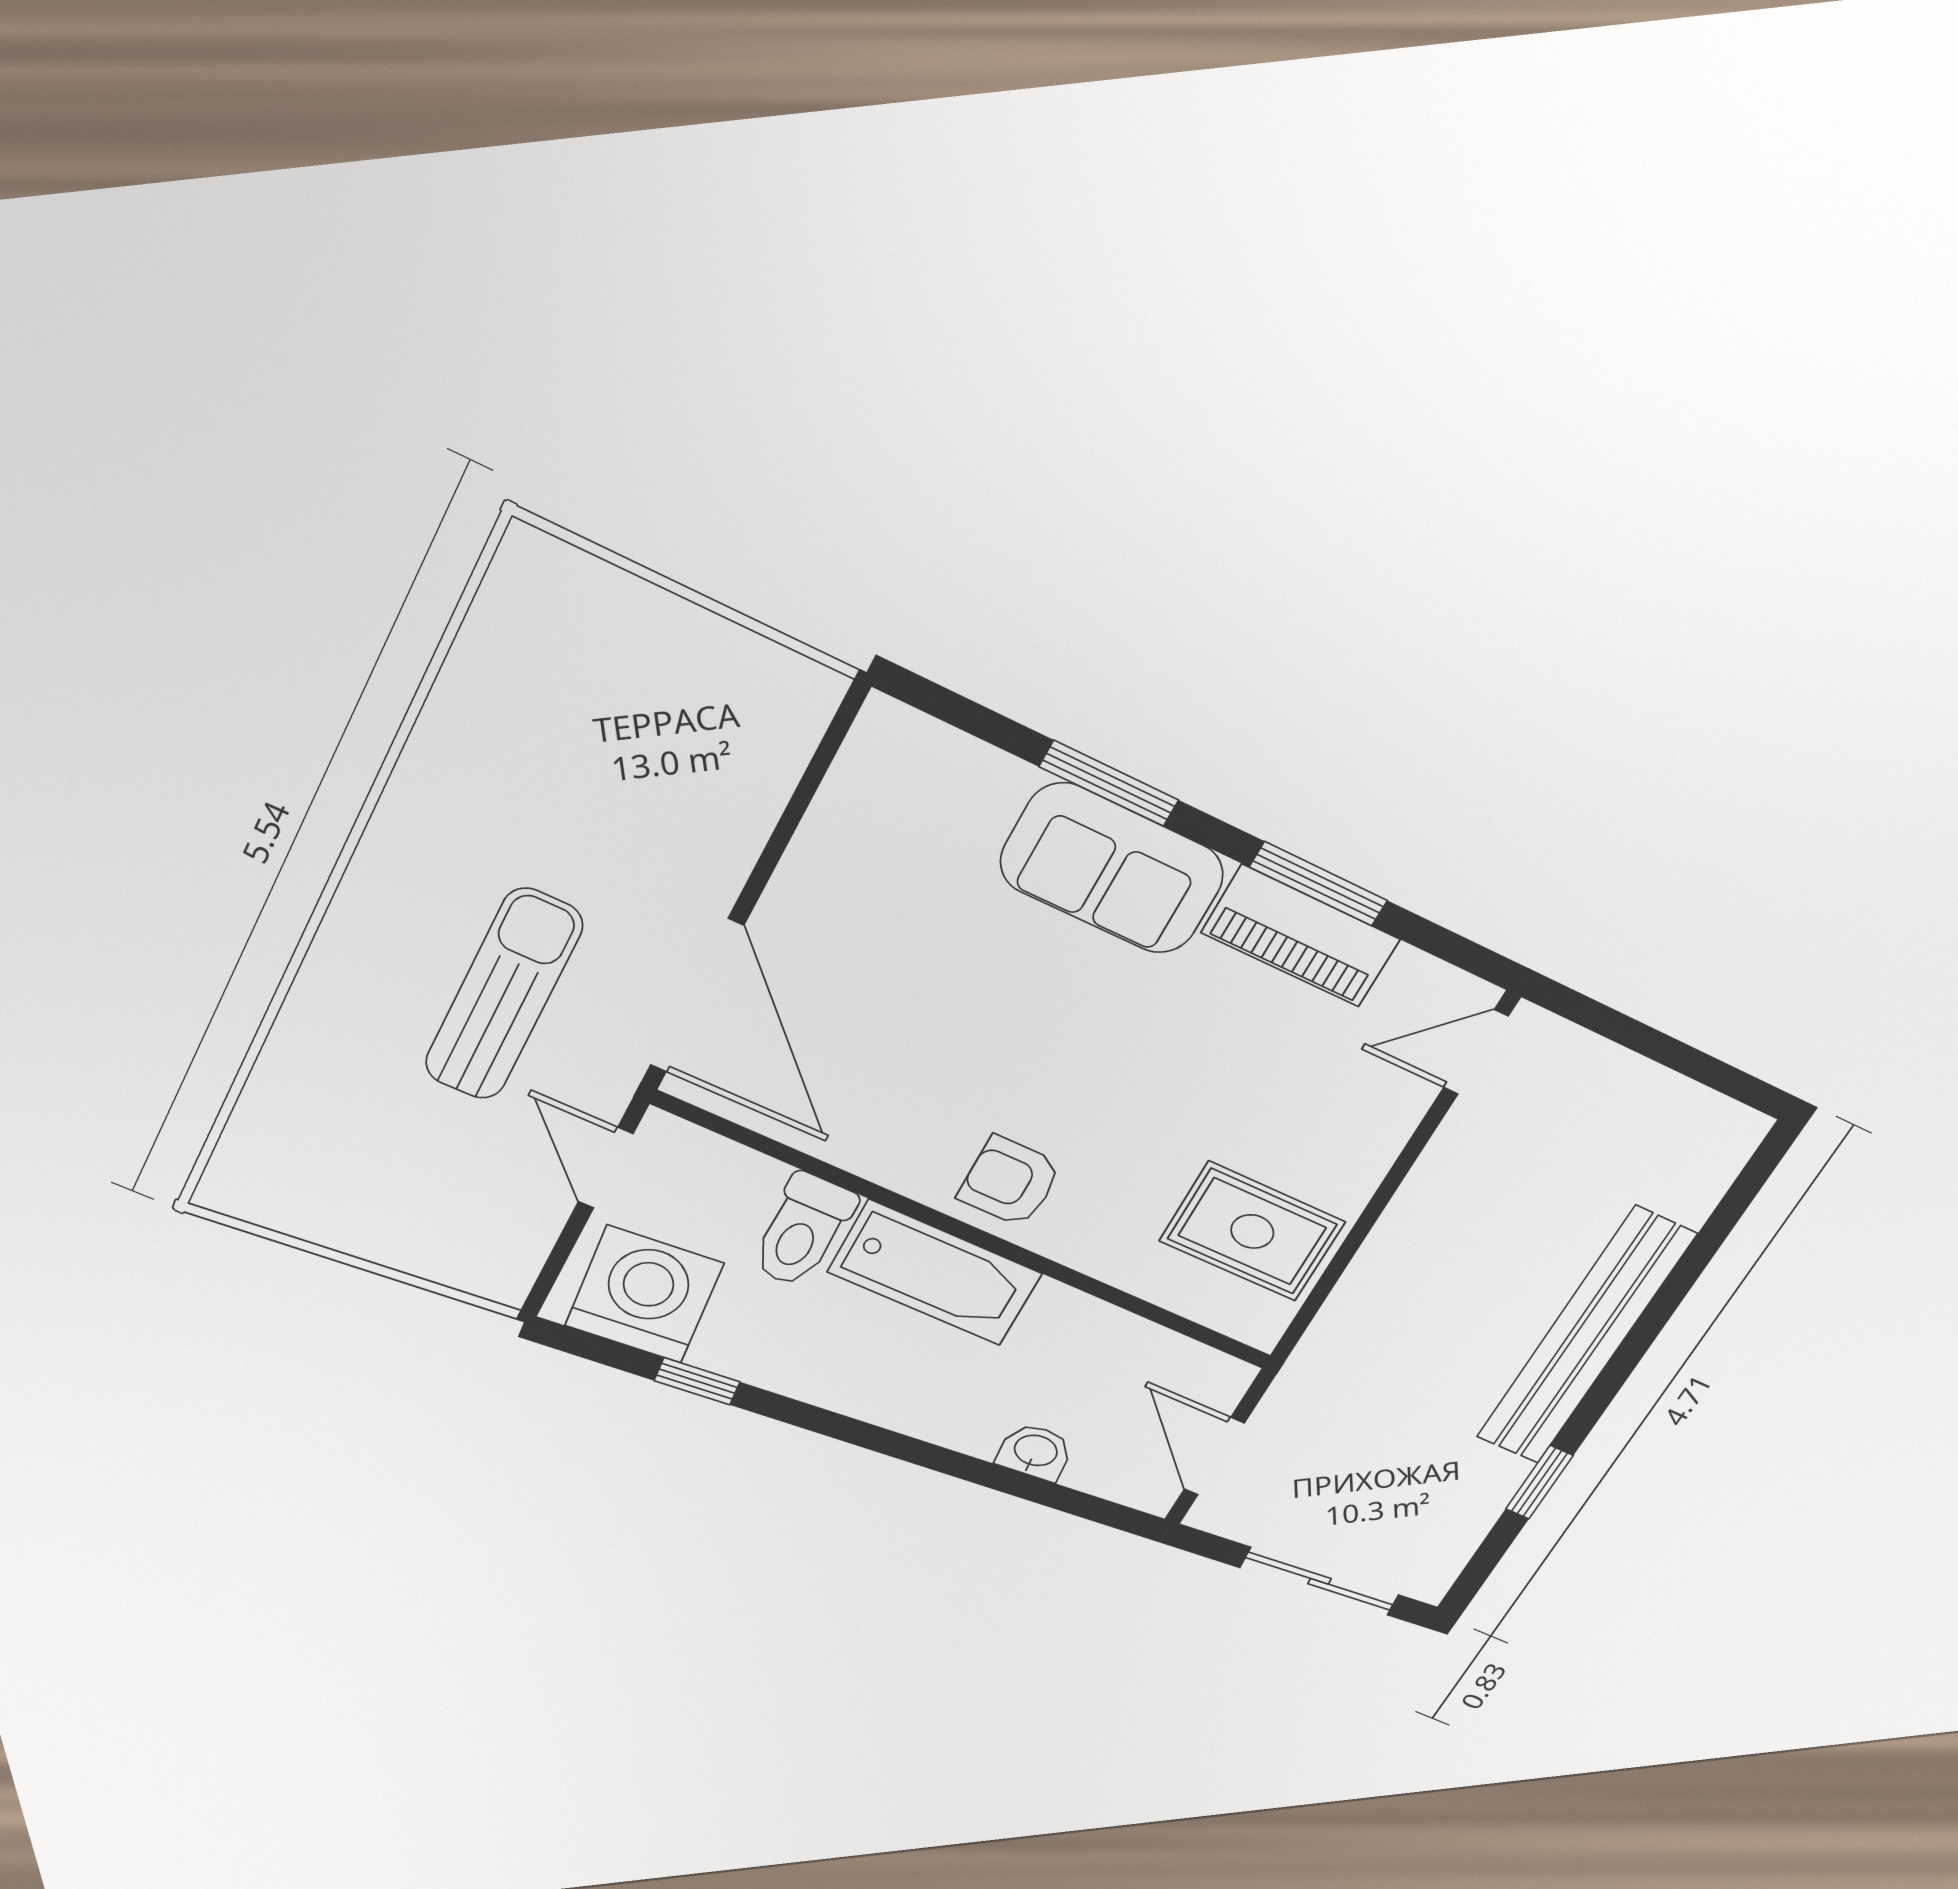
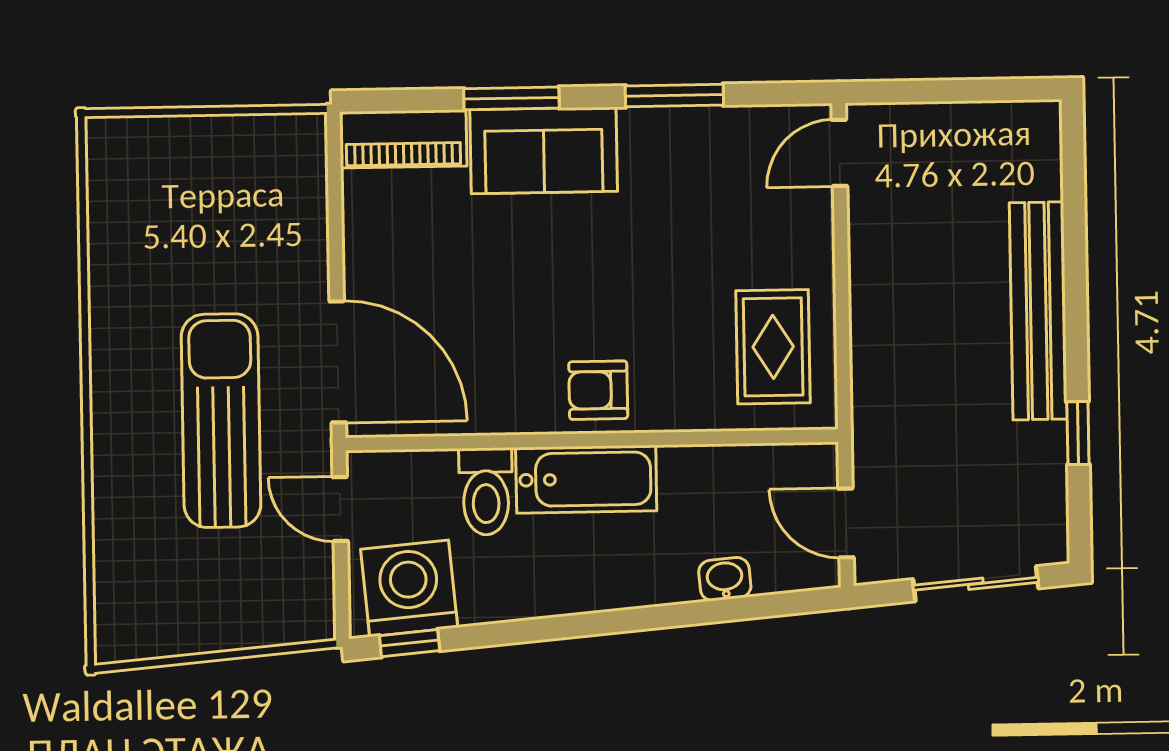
piano: (1301, 936) -> (403, 139), moved
sun lounger: (504, 994) -> (221, 421), width x1.36, depth x1.34
rug: (1252, 1231) -> (773, 347), turned 90
window: (697, 1381) -> (410, 643), moved

